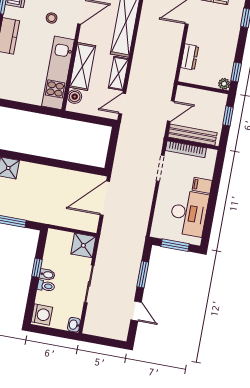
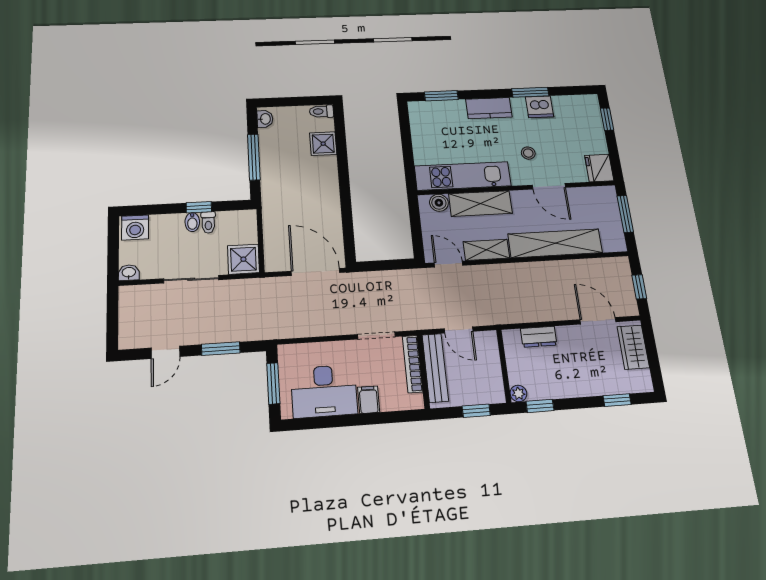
toilet: (46, 286) -> (208, 222), moved

